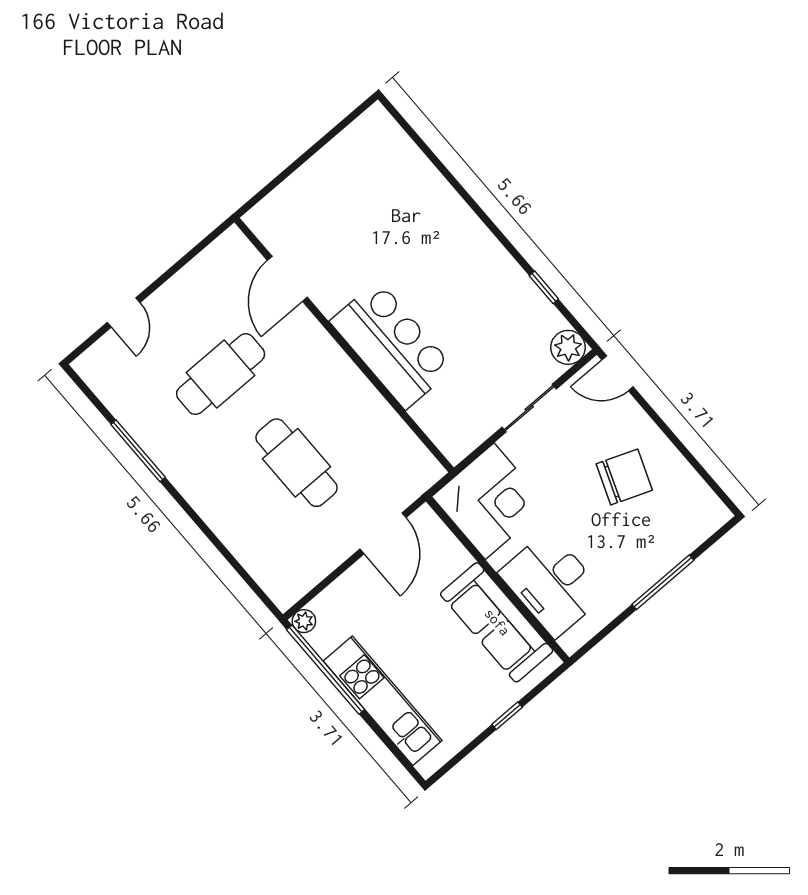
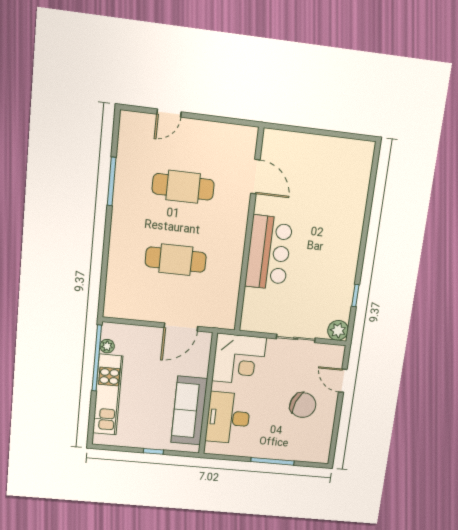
door: (287, 279) -> (255, 177), swing flipped
door: (617, 373) -> (343, 381), moved
cafe table: (297, 463) -> (176, 260), turned 90
plant: (304, 621) -> (107, 346), moved

